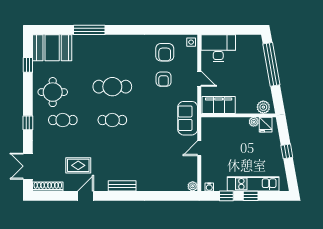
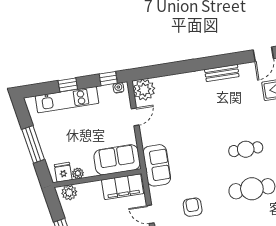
sofa: (220, 128) -> (117, 160), added
door: (199, 148) -> (135, 117), moved
window: (287, 151) -> (33, 144), width x2.17
plant: (193, 186) -> (144, 90), width x1.88, depth x1.88
window: (226, 196) -> (108, 79), moved

